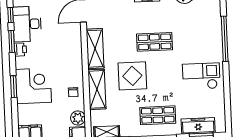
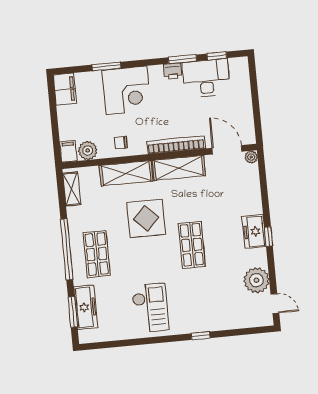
window: (225, 39) -> (201, 336), width x0.32
bookcase: (77, 50) -> (176, 145), added
window: (14, 87) -> (106, 66), moved

